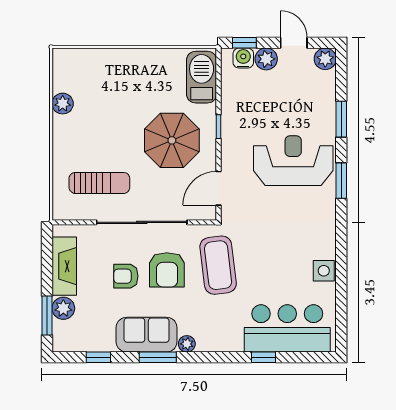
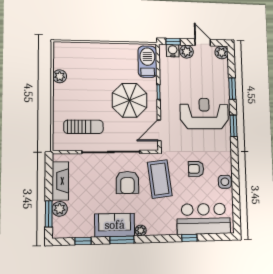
armchair: (126, 276) -> (196, 169), moved

